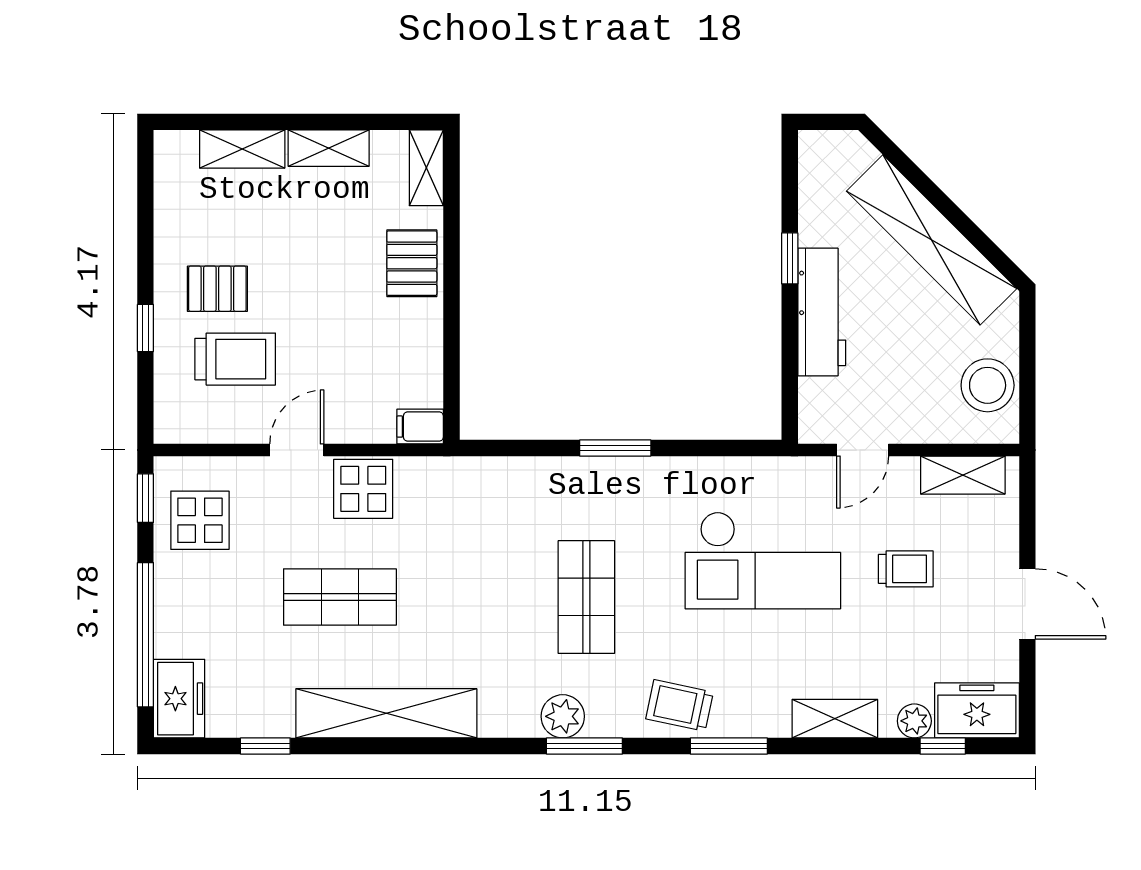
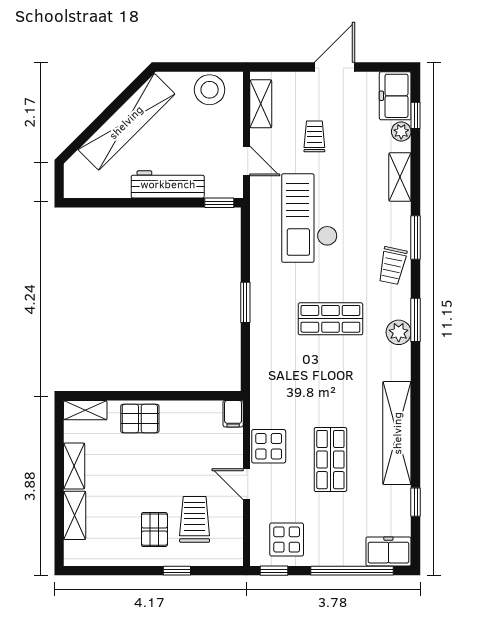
window: (790, 258) -> (219, 203), moved
checkout: (763, 560) -> (309, 218), turned 180

